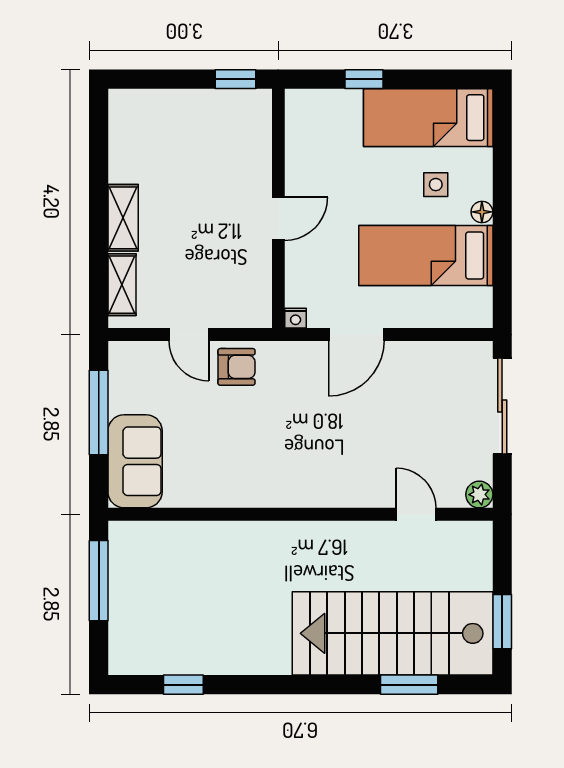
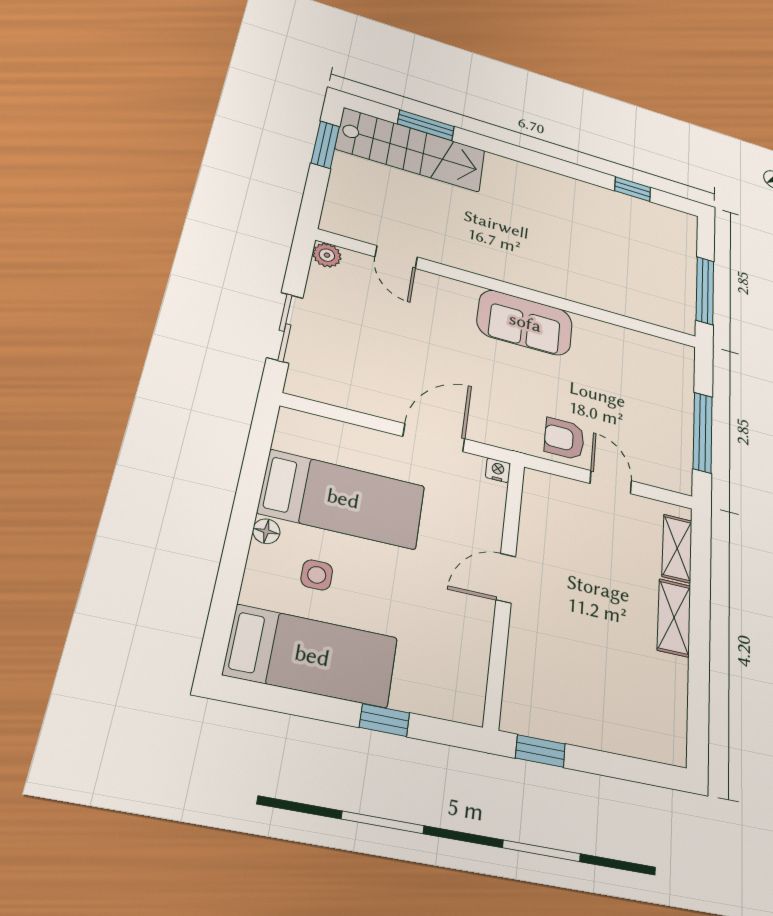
sliding door: (502, 406) -> (285, 328), width x0.73
sofa: (135, 461) -> (525, 323), moved, turned -90
stairs: (393, 633) -> (411, 150), width x0.73, depth x0.66

